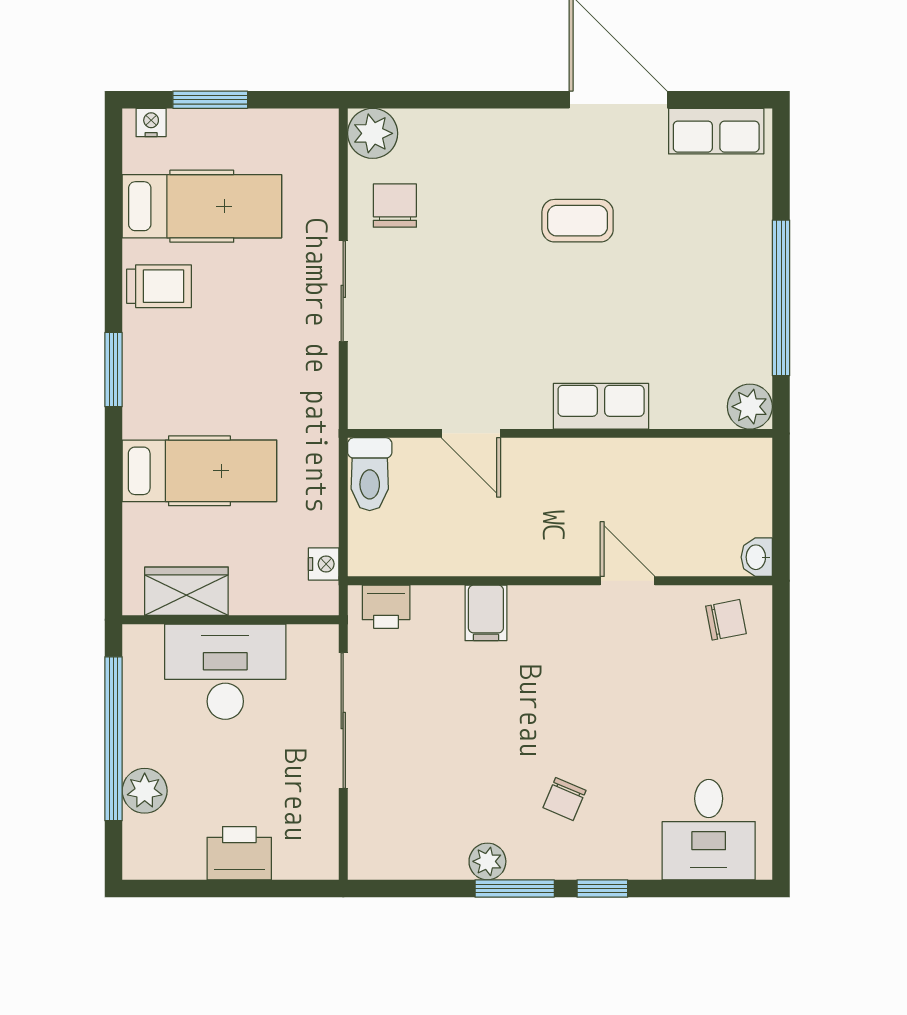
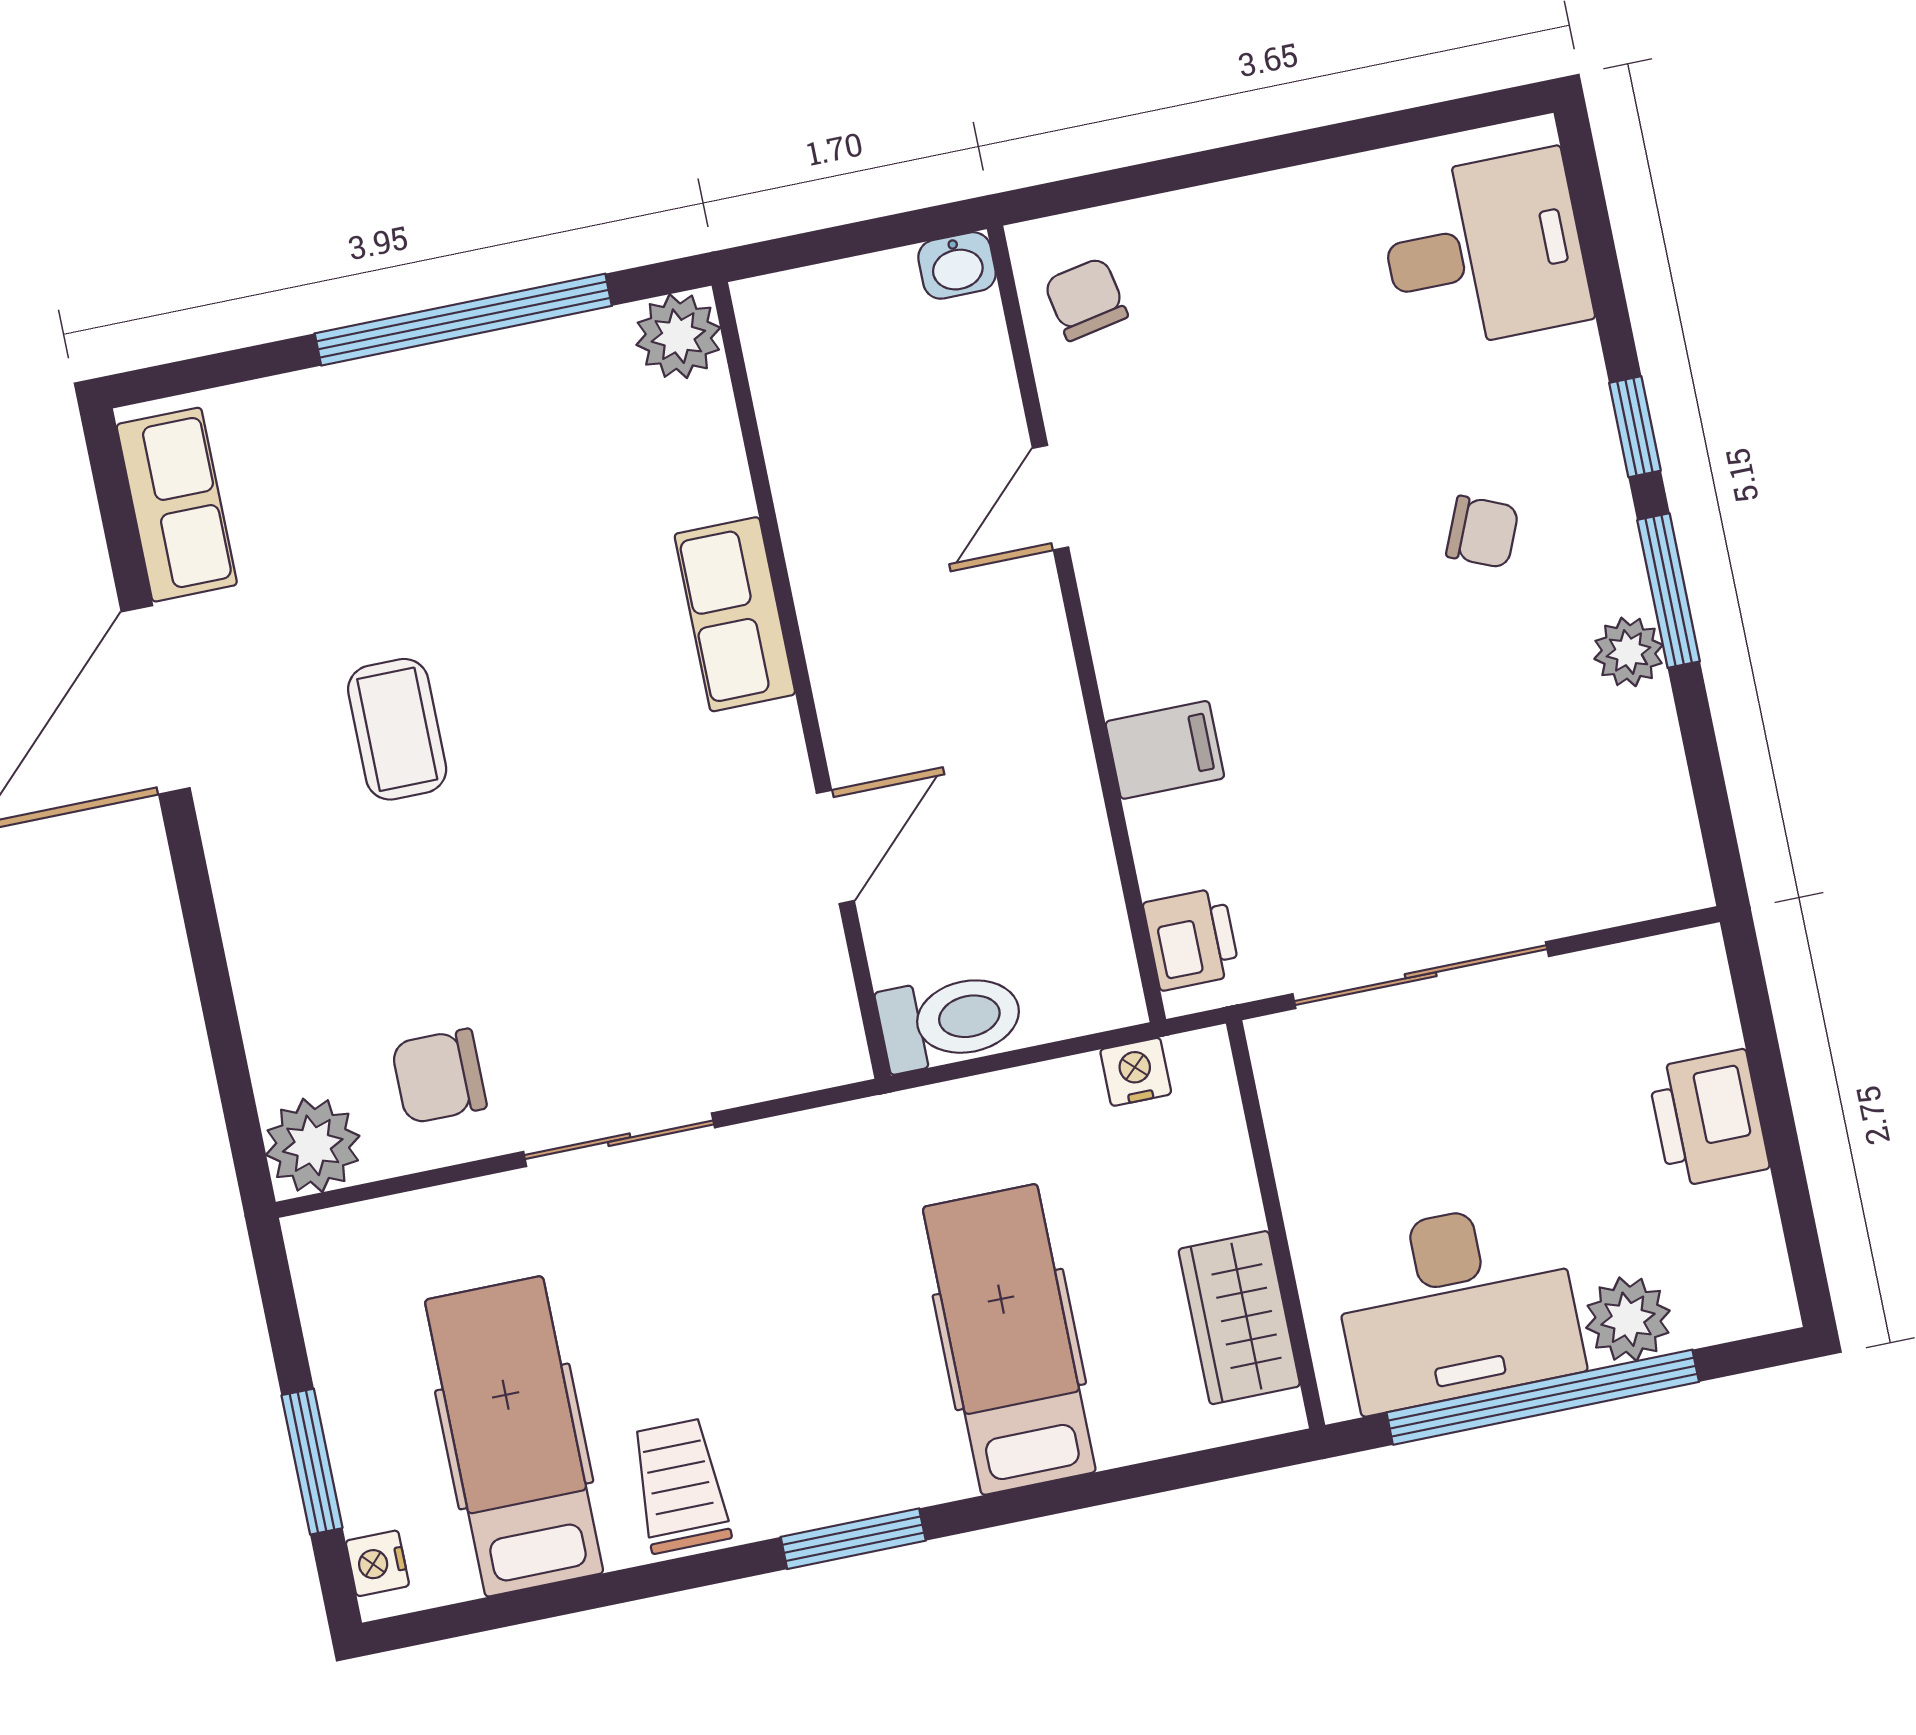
desk: (225, 672) -> (1457, 1305), moved, turned -90

